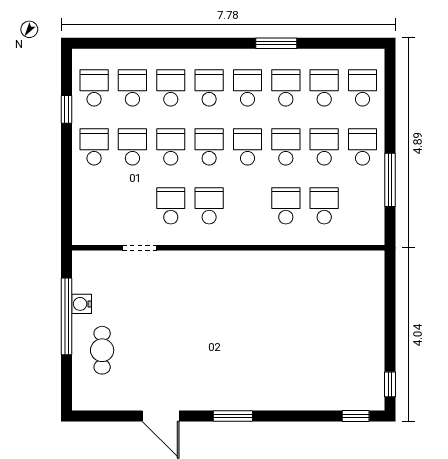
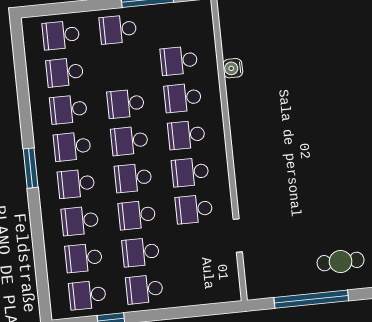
window: (276, 43) -> (31, 168), moved
school desk: (324, 147) -> (186, 135), moved
water cooler: (82, 304) -> (233, 68), moved, turned 90

